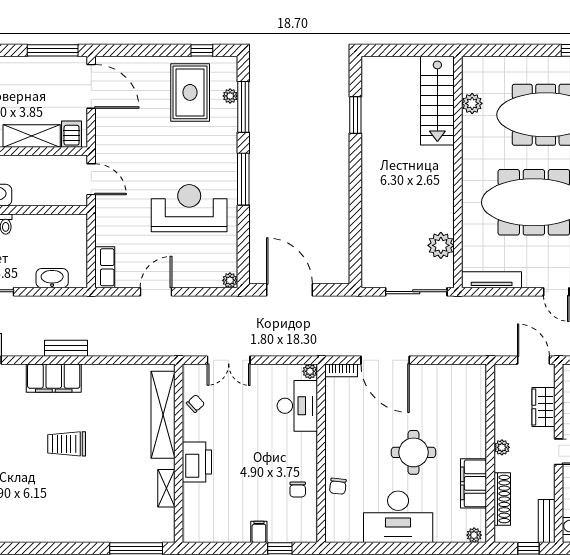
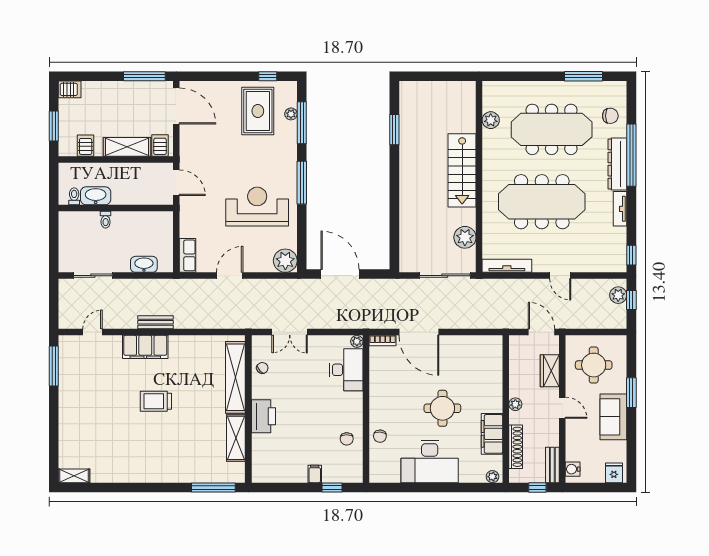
stairs: (437, 101) -> (462, 170), moved
plant: (230, 280) -> (285, 261), width x1.87, depth x1.87
shelving: (166, 488) -> (236, 438), width x1.50, depth x1.33

